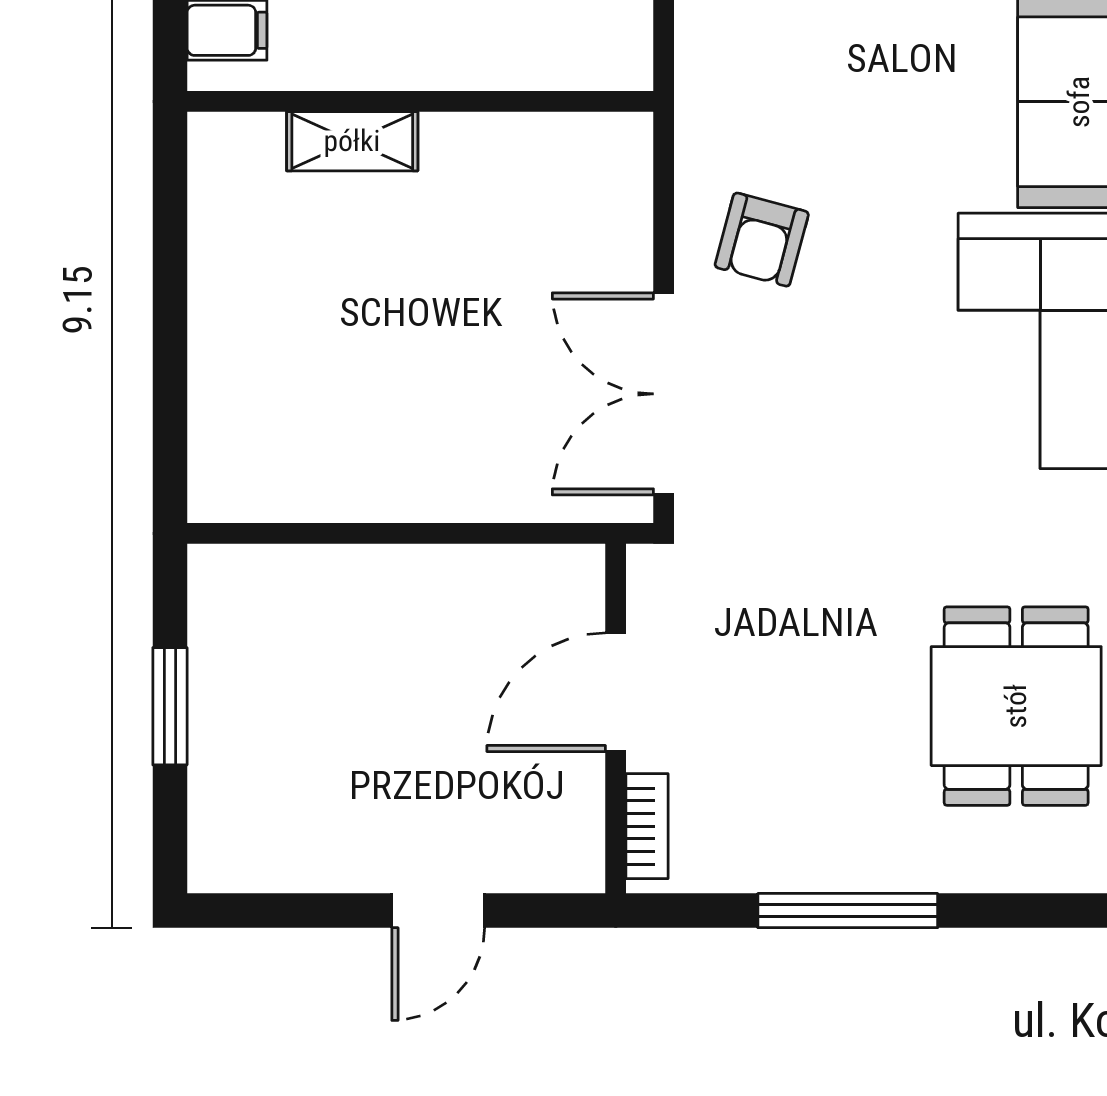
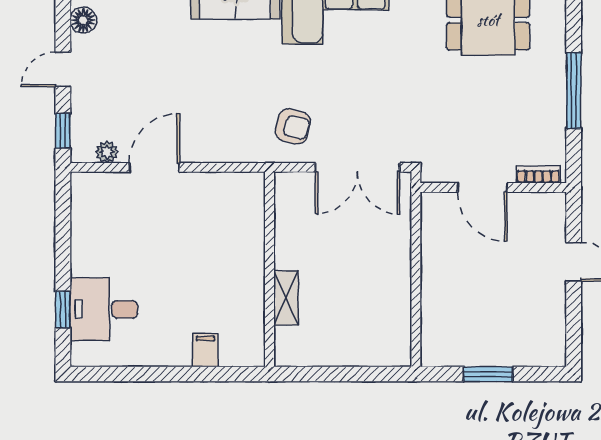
wall: (420, 101) -> (269, 269), moved
shelving: (352, 141) -> (286, 298), moved

